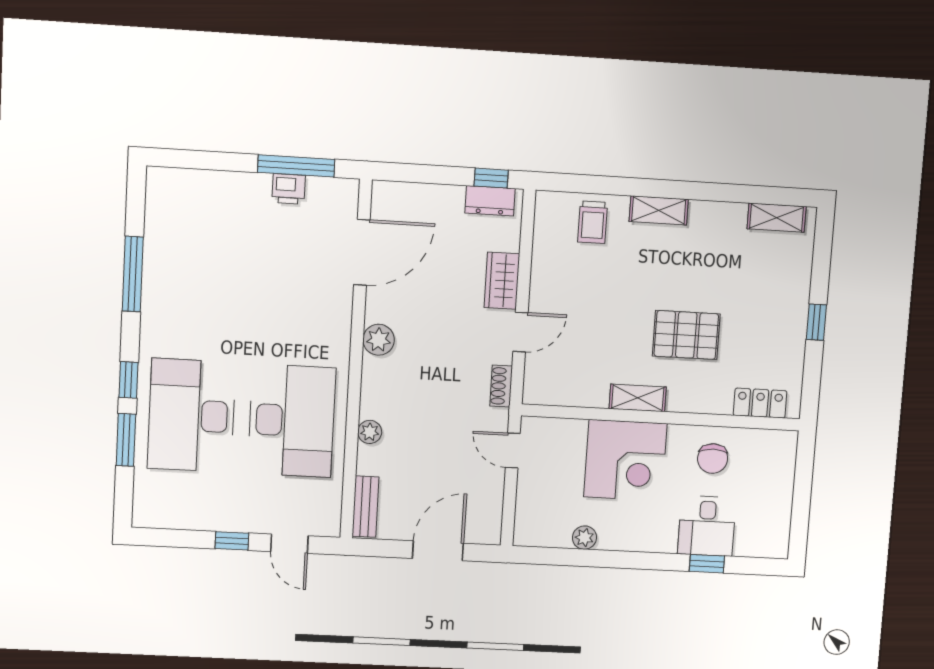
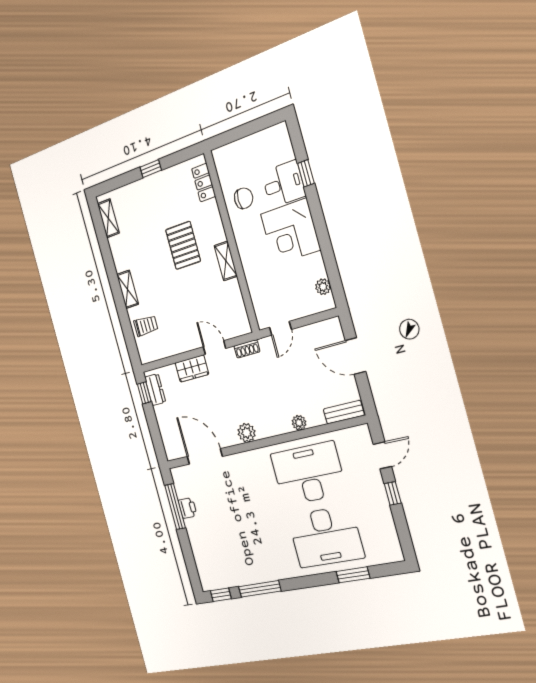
window: (128, 380) -> (221, 595), moved
corner desk: (625, 460) -> (290, 232), moved, turned 180
plant: (584, 538) -> (323, 287), moved

